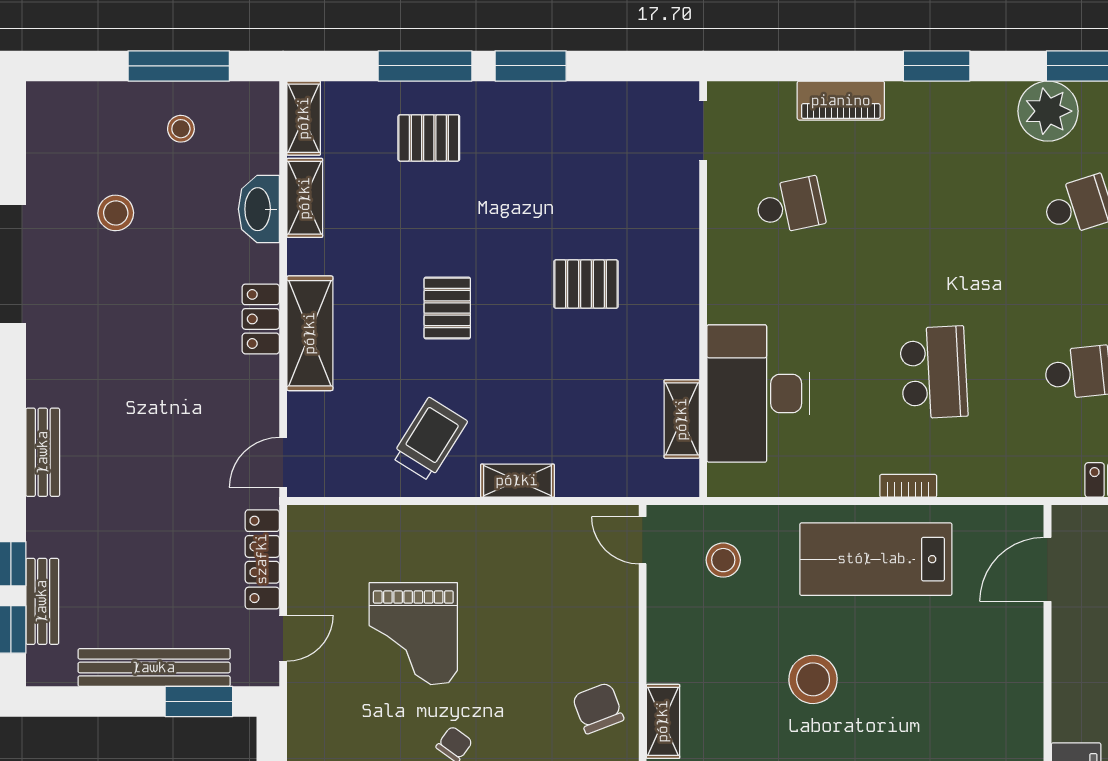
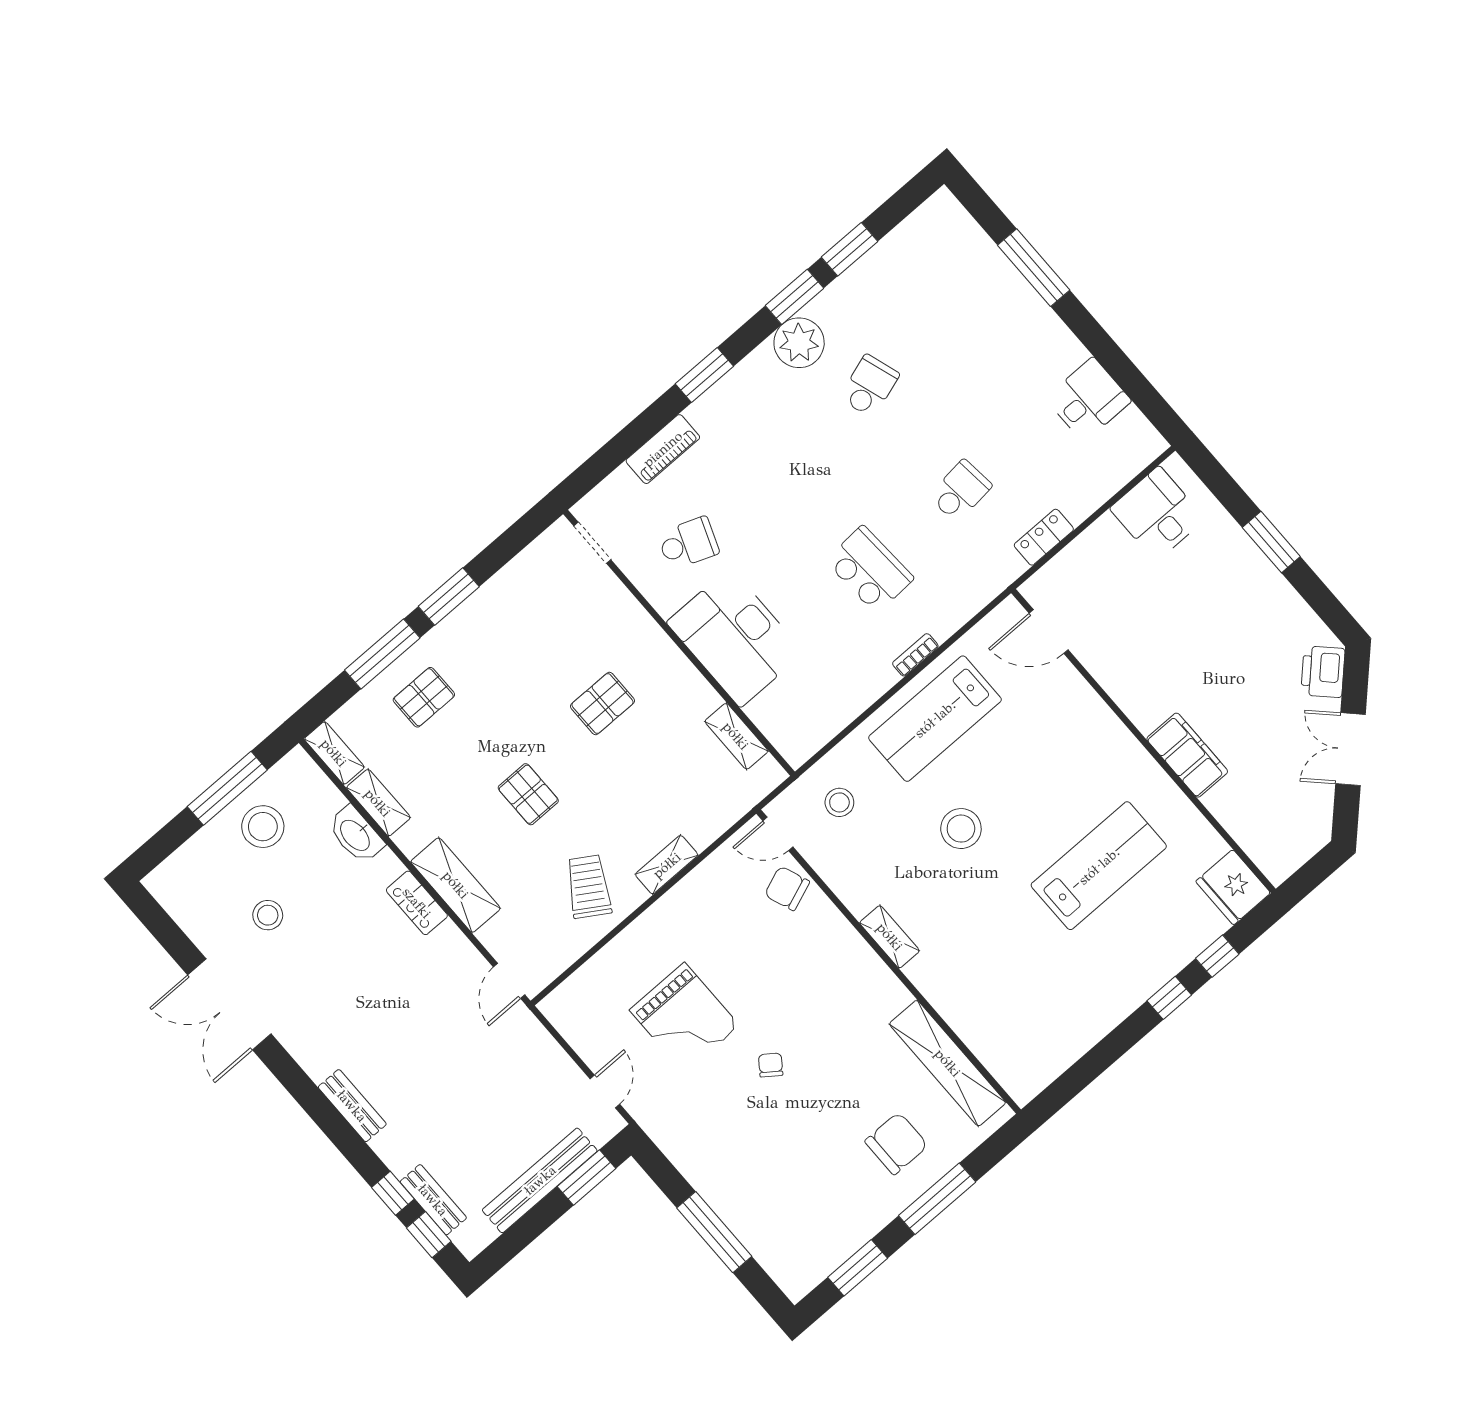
stool: (181, 129) -> (263, 827), width x1.89, depth x1.89
school desk: (790, 206) -> (688, 543), turned 33
desk: (758, 393) -> (735, 637), moved
locker: (262, 559) -> (549, 1053), removed
door: (1047, 569) -> (1049, 632), hinge flipped
chair: (598, 708) -> (787, 888), moved

